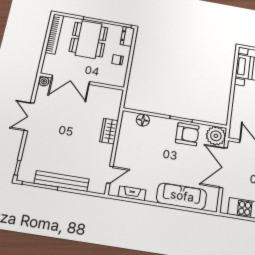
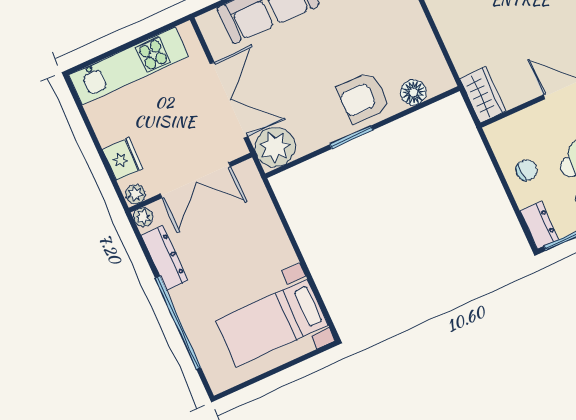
wardrobe: (109, 131) -> (483, 95), moved
armchair: (187, 134) -> (363, 97), moved

